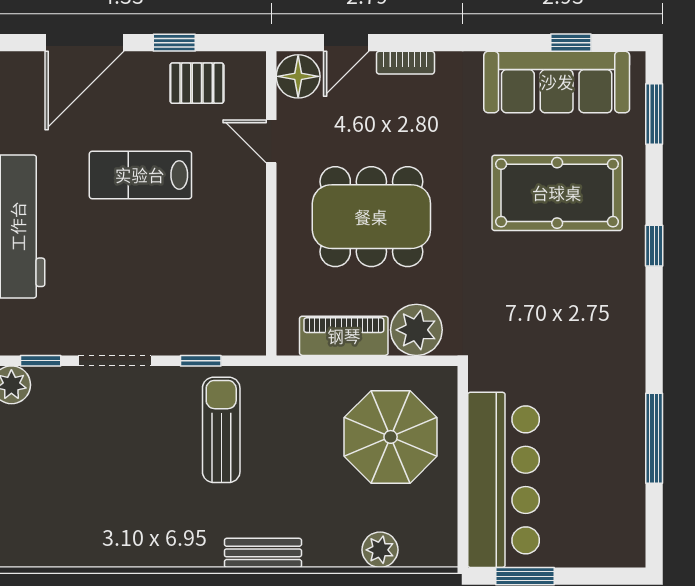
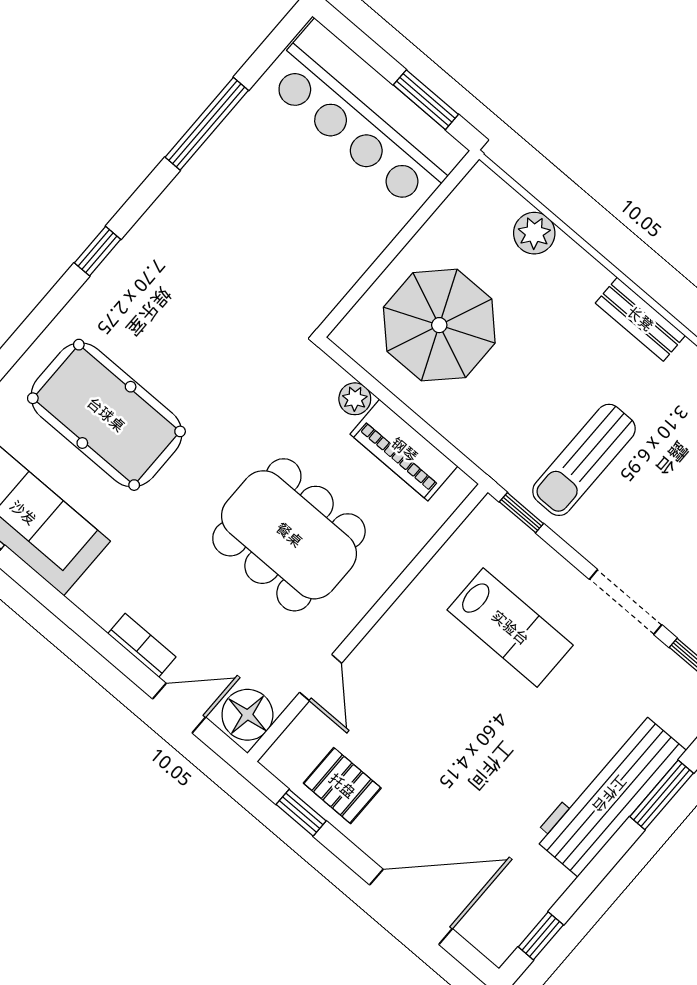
window: (174, 43) -> (301, 813), moved
lab bench: (140, 175) -> (510, 628), moved
window: (654, 246) -> (98, 251), moved
plant: (416, 330) -> (355, 399), width x0.53, depth x0.53
window: (201, 361) -> (521, 513), moved
bar counter: (504, 480) -> (365, 116), moved, turned -90

